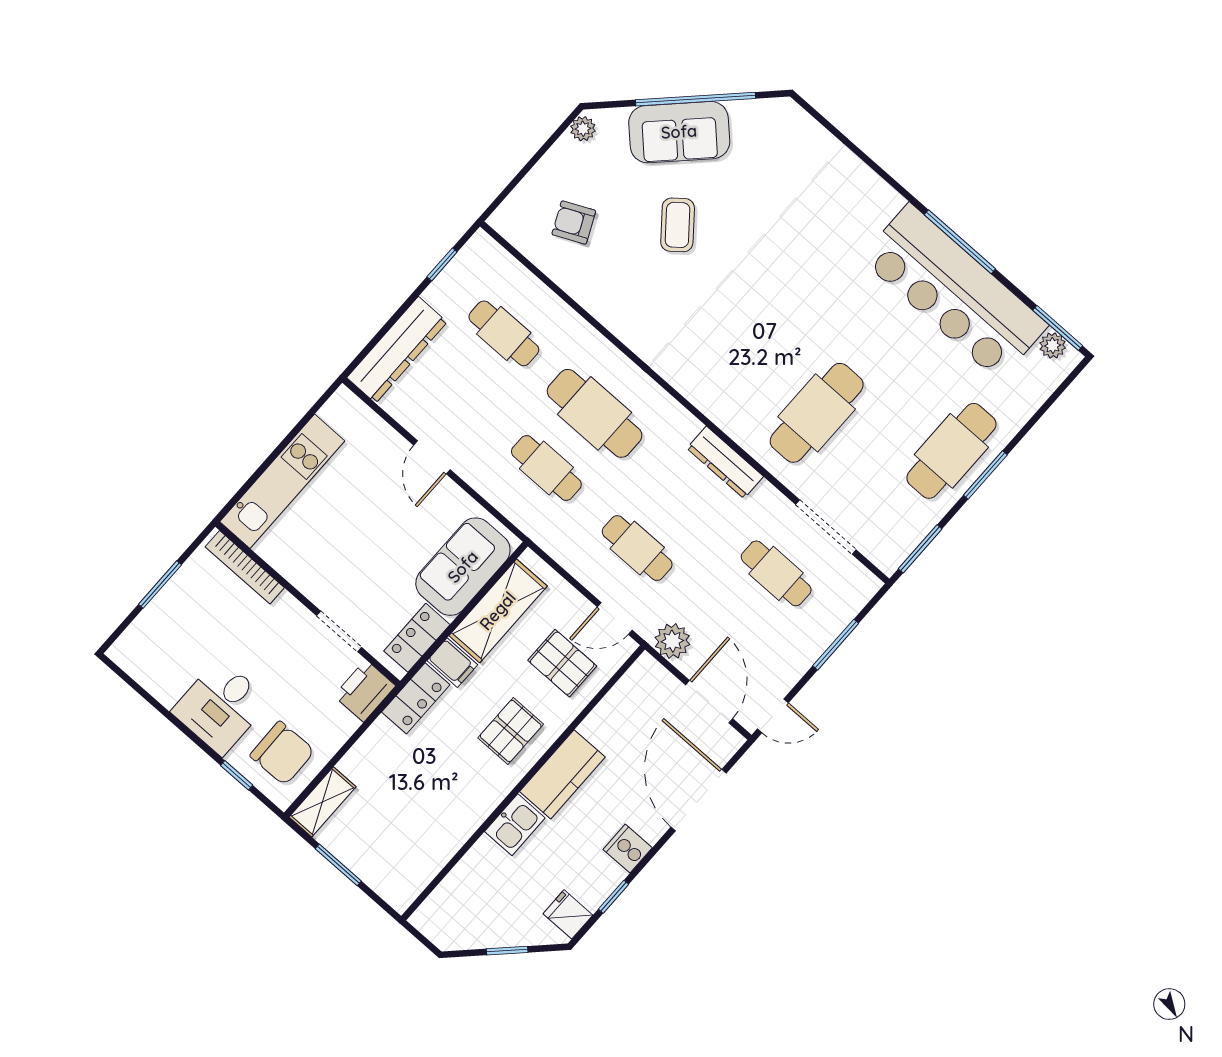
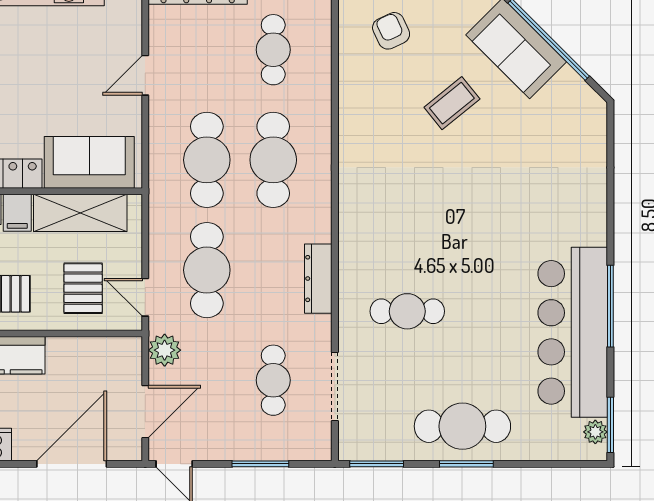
cafe table: (817, 413) -> (407, 311), width x0.73, depth x0.74
cafe table: (546, 468) -> (207, 160), width x1.37, depth x1.35
cafe table: (637, 548) -> (207, 270), width x1.37, depth x1.35

